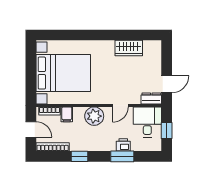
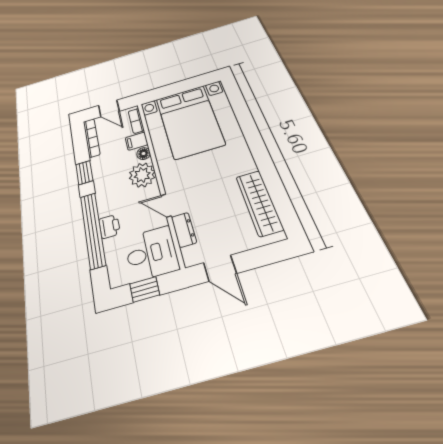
wardrobe: (129, 48) -> (259, 203), width x1.50
dresser: (151, 99) -> (184, 230), moved
floor lamp: (78, 112) -> (144, 154), added
door: (31, 129) -> (109, 108), hinge flipped
window: (122, 156) -> (93, 230), width x2.11

